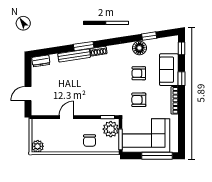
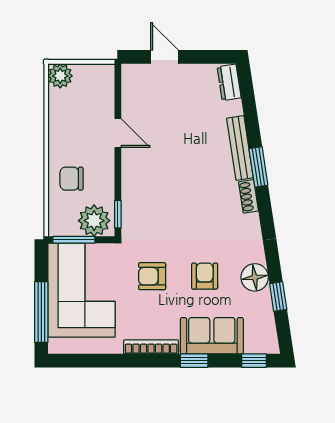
armchair: (139, 100) -> (152, 276), turned -90

